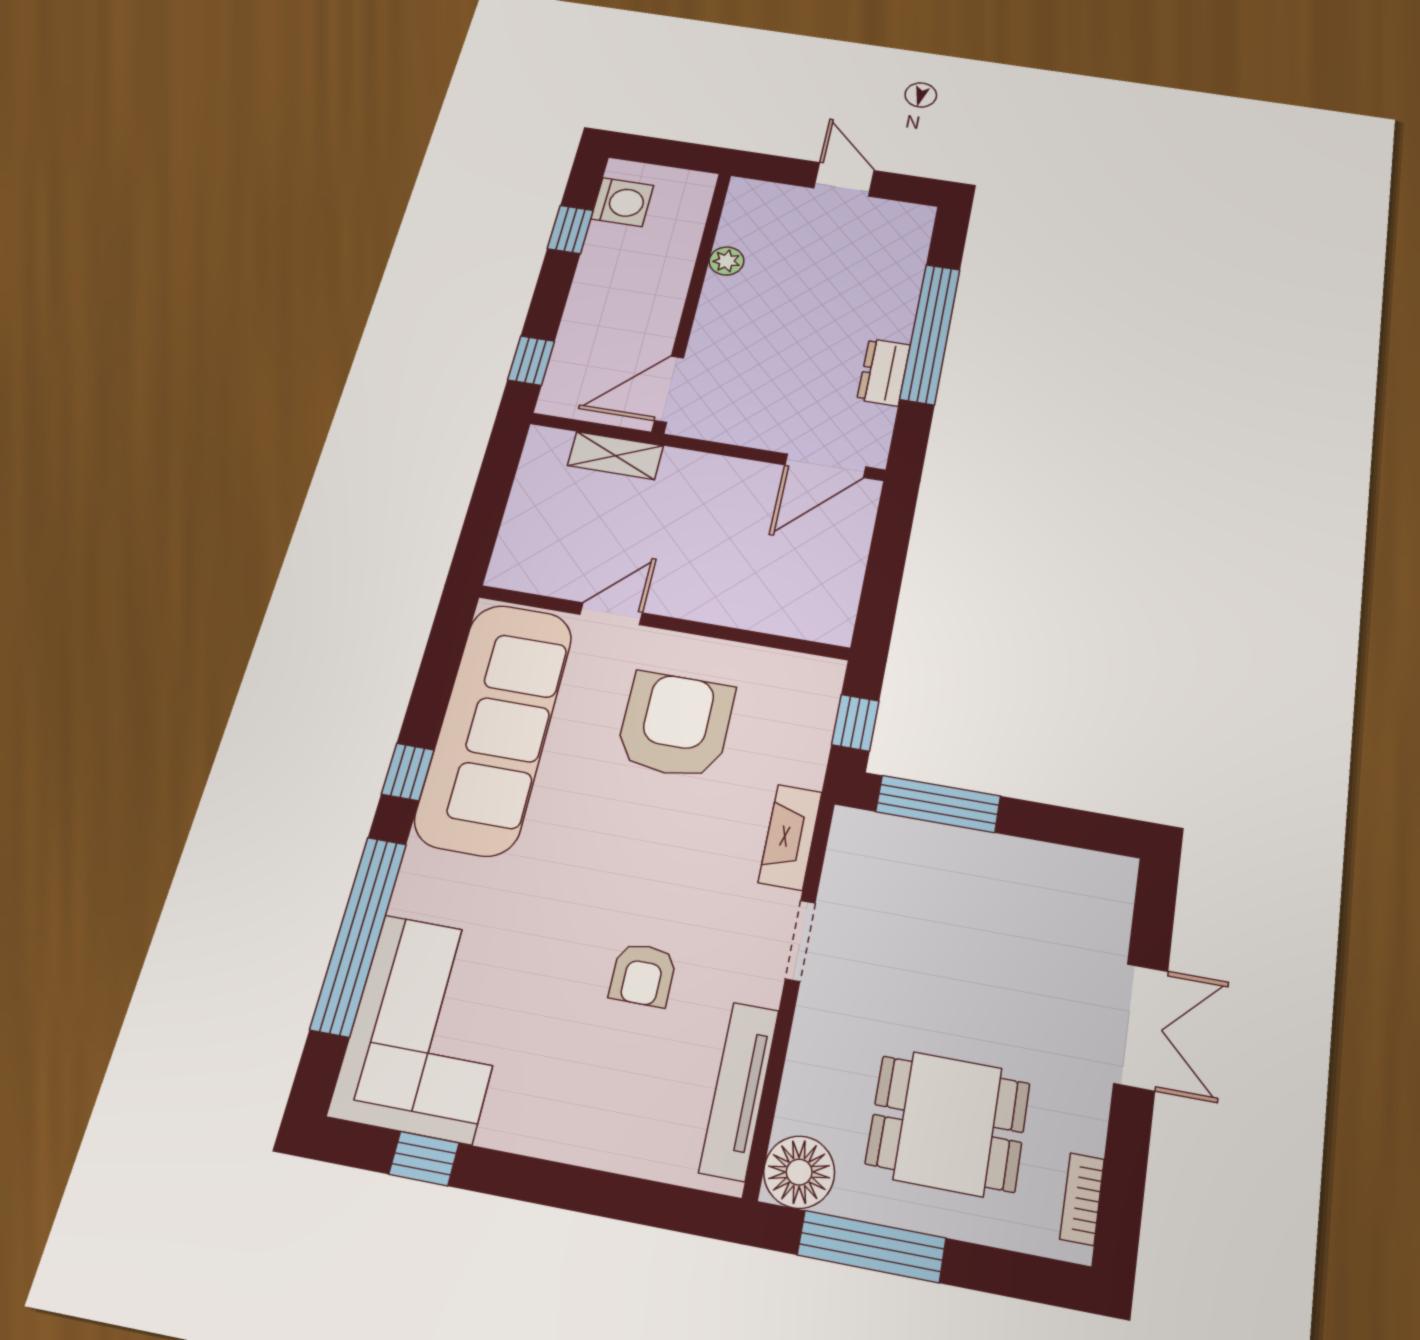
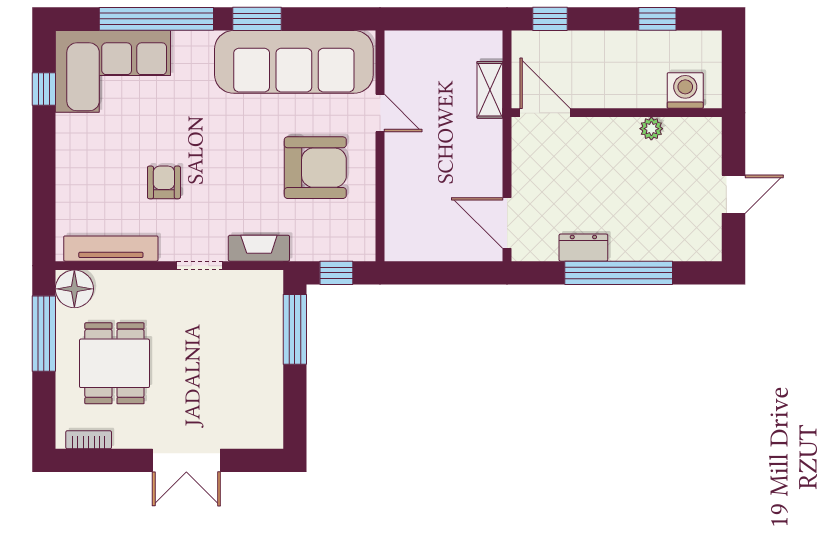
washing machine: (622, 202) -> (685, 90), moved, turned 180
window: (408, 772) -> (257, 19), width x1.50
armchair: (643, 975) -> (164, 182), turned 90

